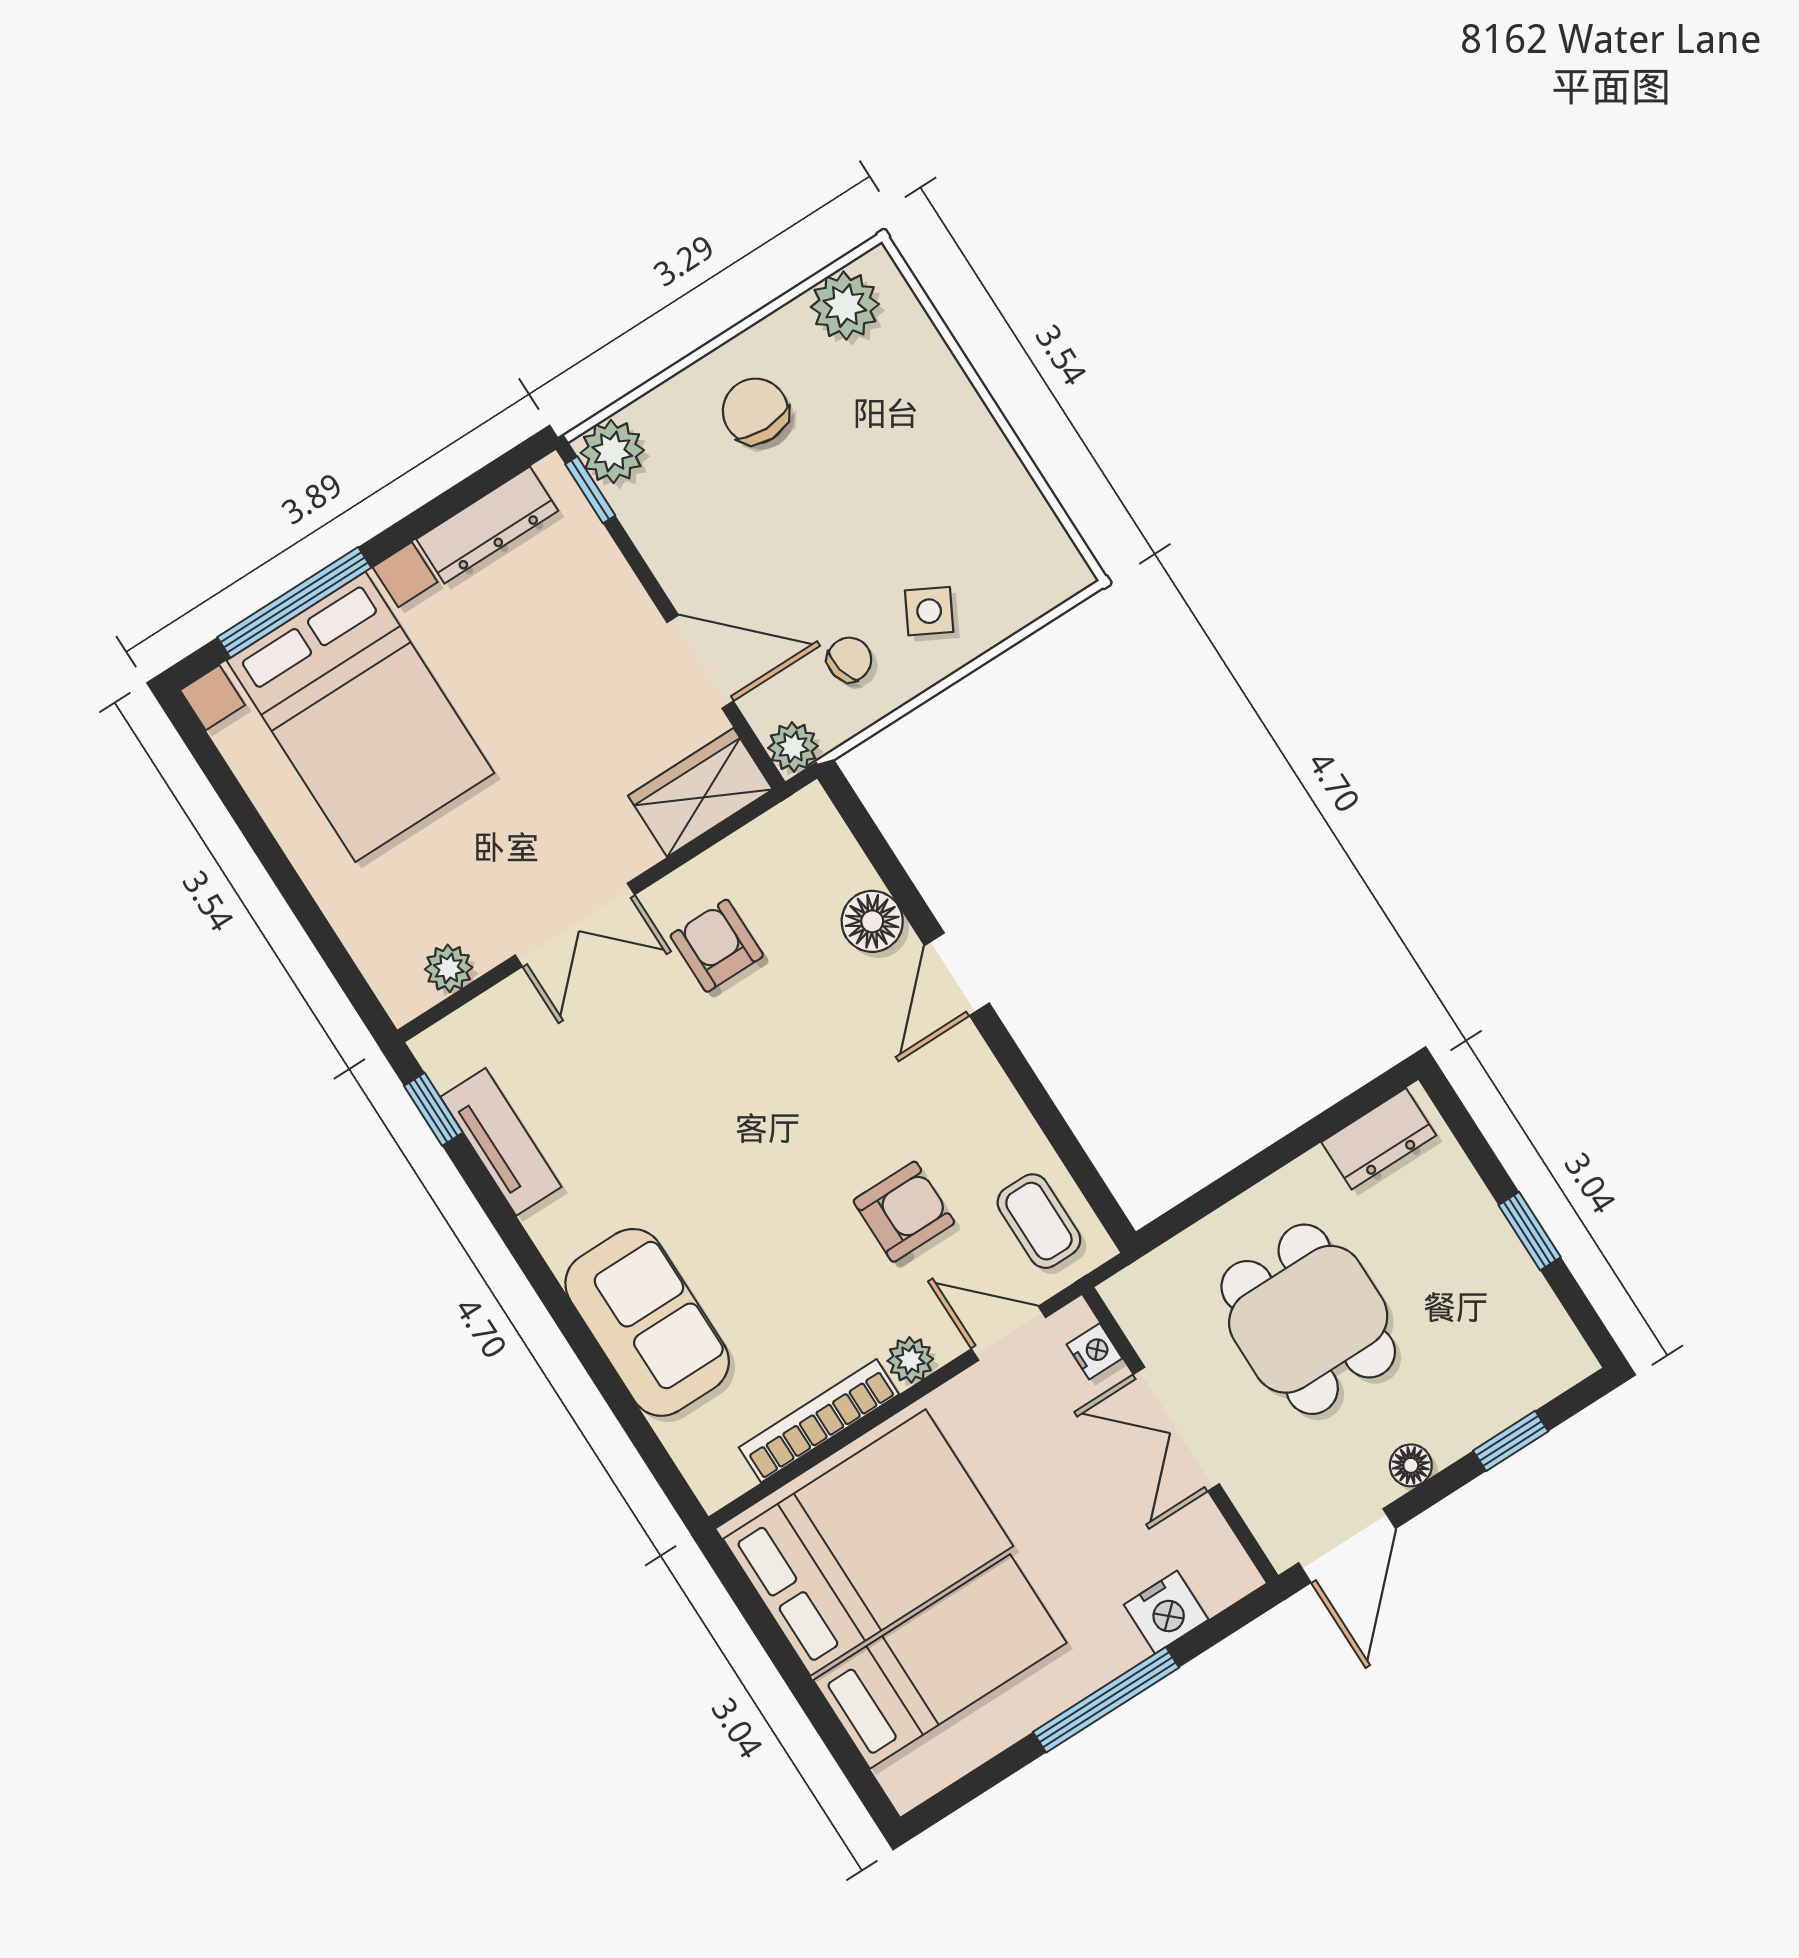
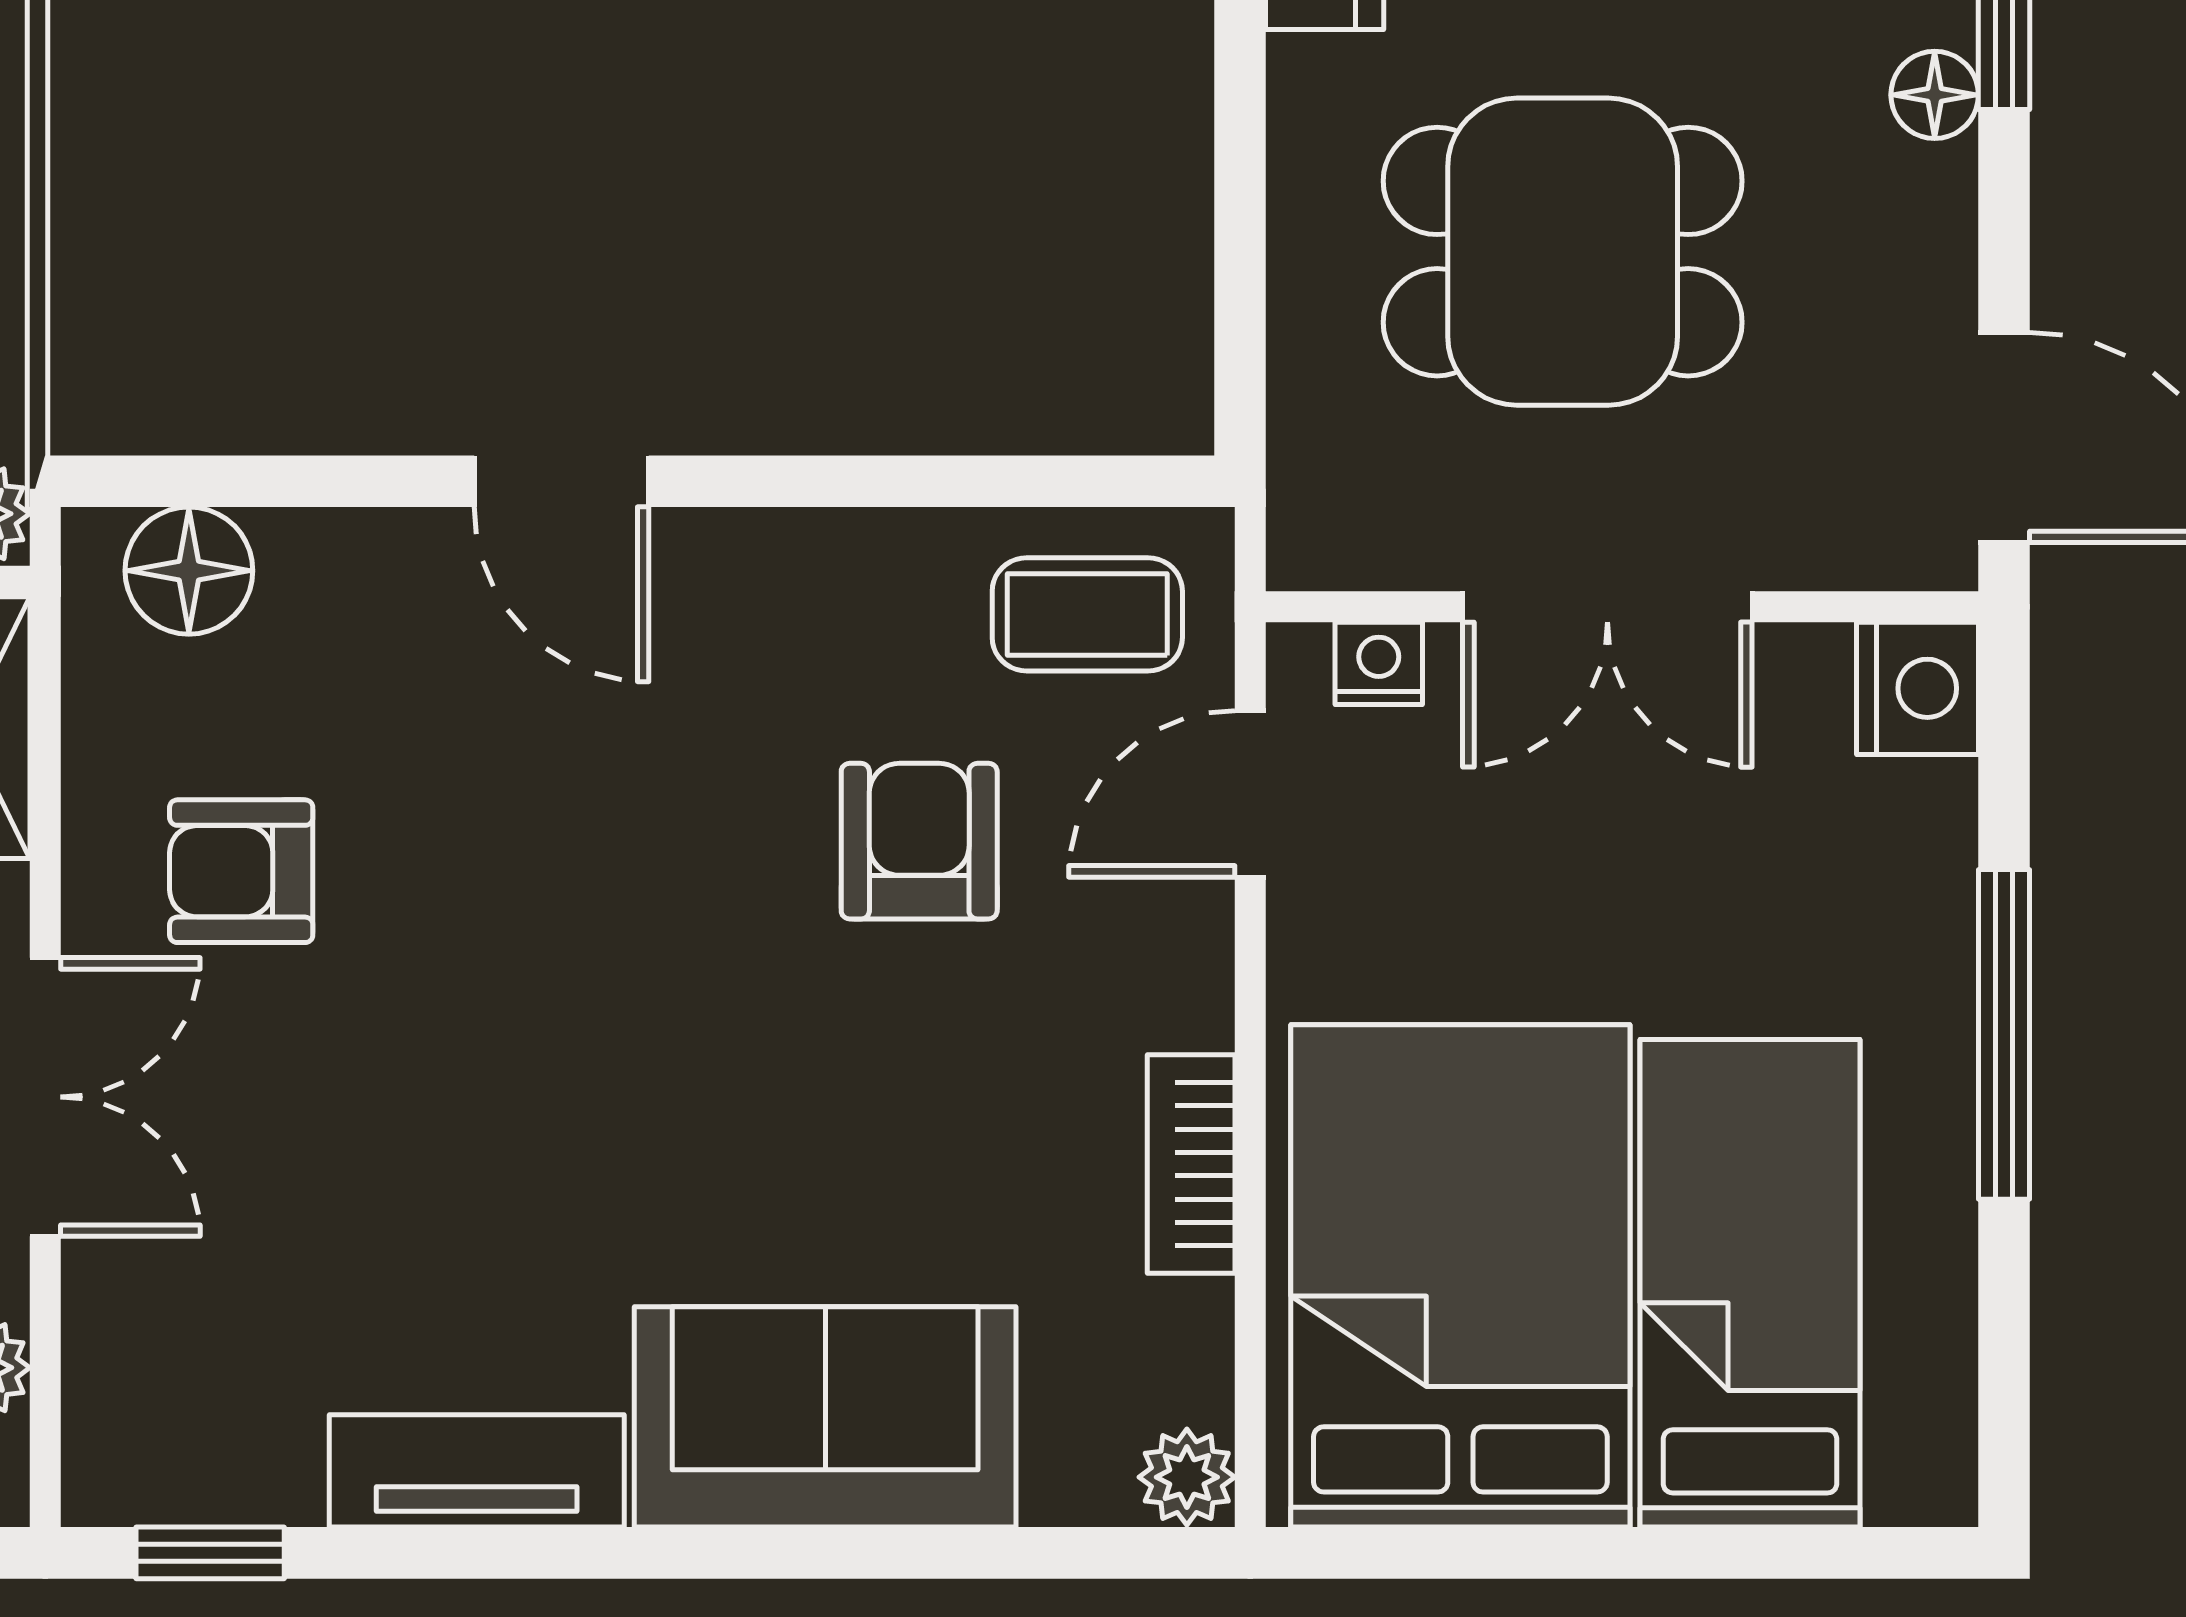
floor lamp: (872, 921) -> (189, 571), moved
tv unit: (501, 1142) -> (477, 1471), moved
plant: (910, 1360) -> (1187, 1477), moved
bookcase: (819, 1421) -> (1191, 1164), width x0.64
floor lamp: (1411, 1465) -> (1935, 95), moved
nightstand: (1166, 1612) -> (1918, 688), moved

